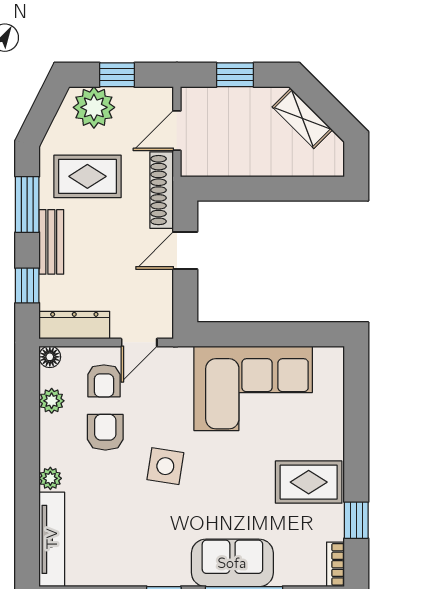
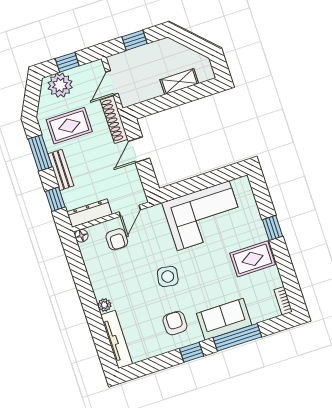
shelving: (302, 118) -> (179, 82), moved, turned -45
plant: (52, 401) -> (91, 260), removed
armchair: (105, 432) -> (175, 323), moved
window: (356, 520) -> (272, 228), moved

